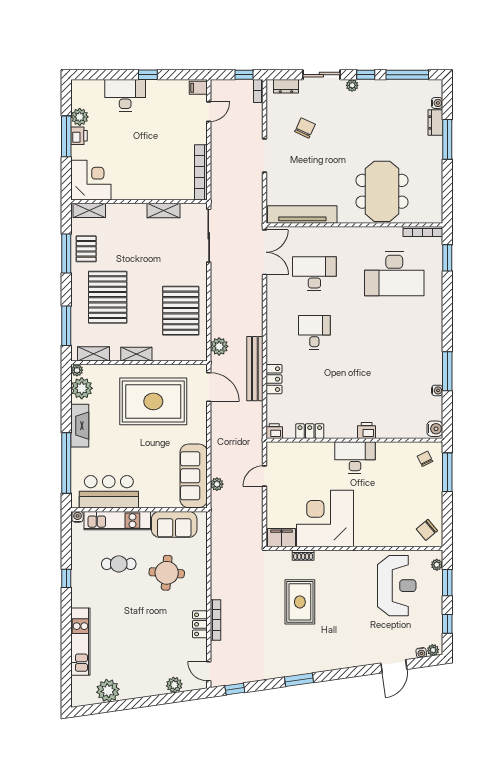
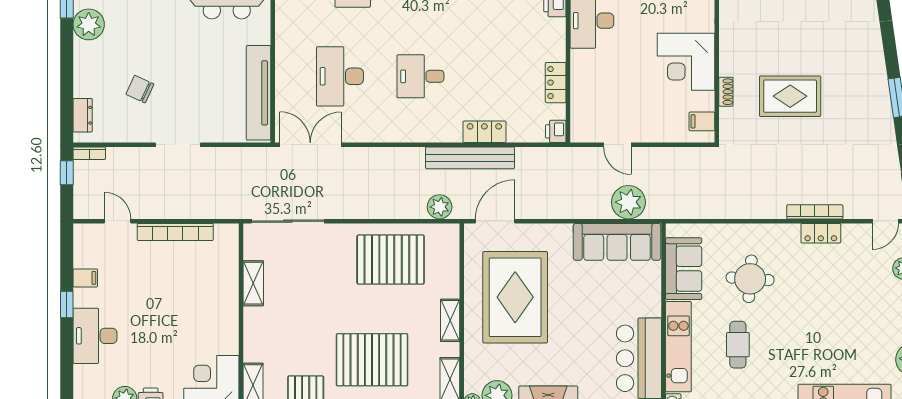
sliding door: (321, 75) -> (67, 67), removed
plant: (352, 85) -> (89, 24), width x1.88, depth x1.88
filing cabinet: (198, 88) -> (85, 278), moved, turned -90
bookcase: (201, 172) -> (175, 232), moved
plant: (217, 484) -> (628, 202), width x1.87, depth x1.87
corner desk: (325, 519) -> (686, 62), width x0.74, depth x0.74
filing cabinet: (281, 538) -> (702, 121), width x0.50

